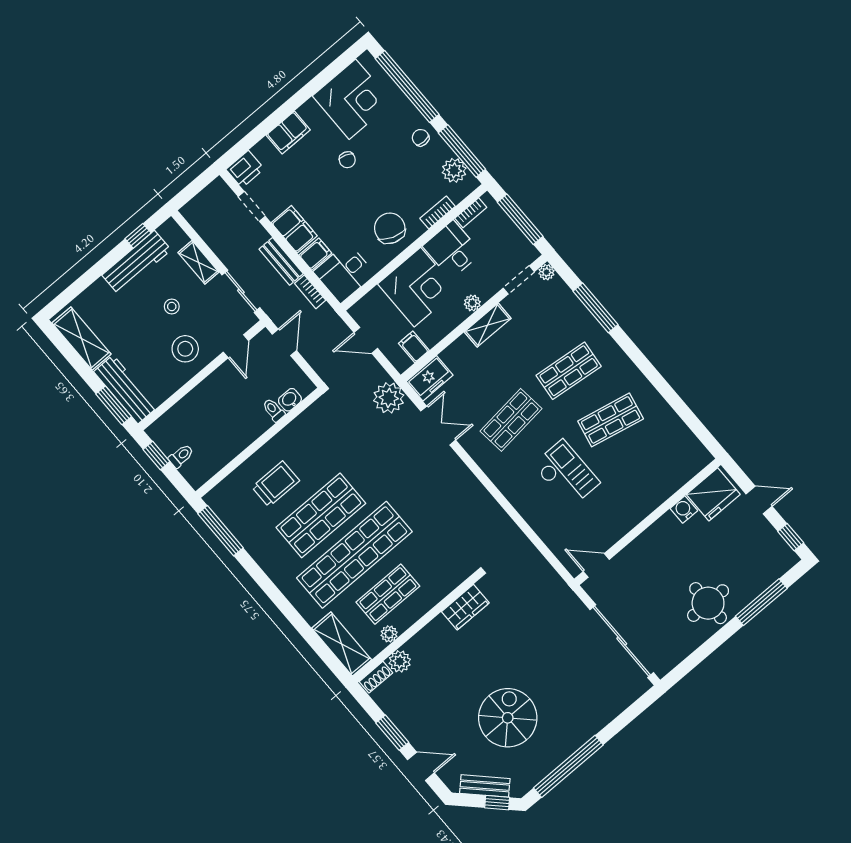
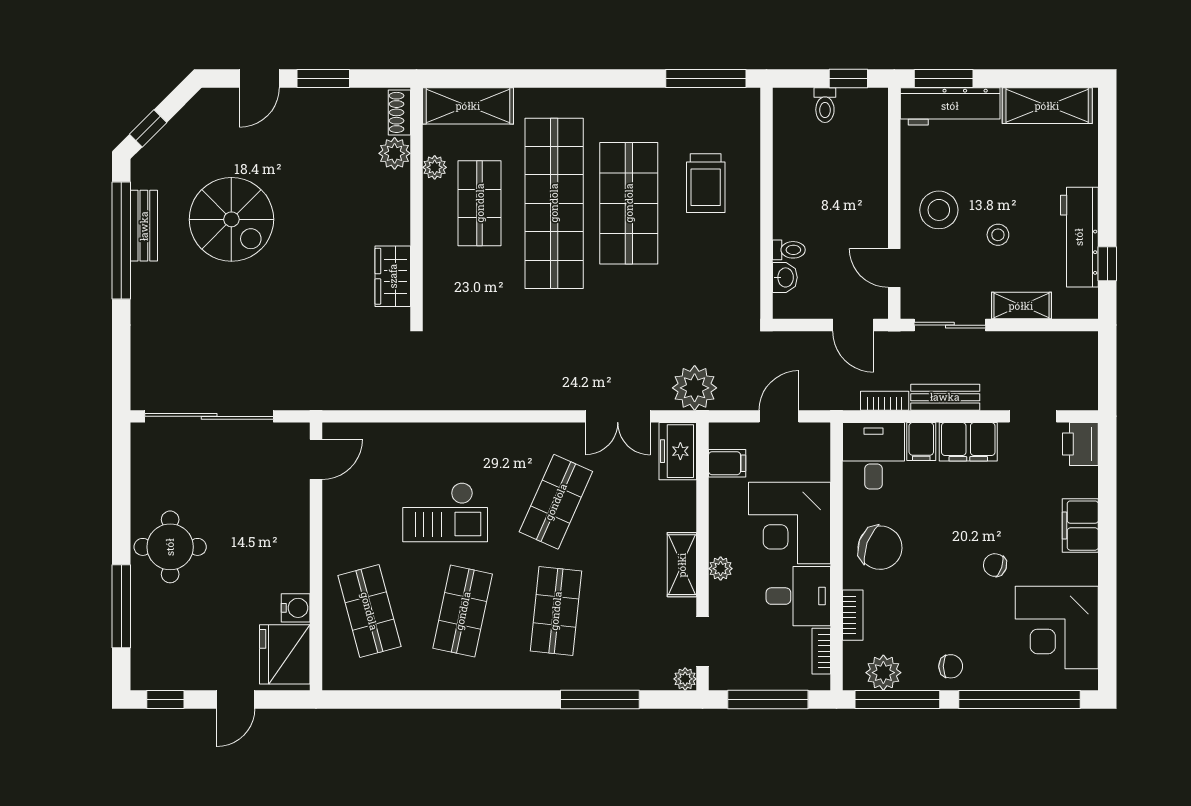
shop shelf: (511, 420) -> (556, 502), turned 30
shop shelf: (652, 469) -> (369, 611), added
bench: (485, 786) -> (144, 226), moved, turned -45

